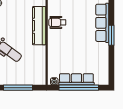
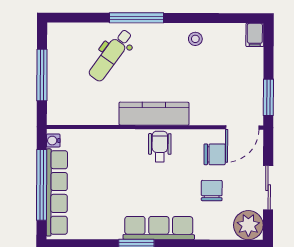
row of seats: (76, 79) -> (57, 192), width x1.36

